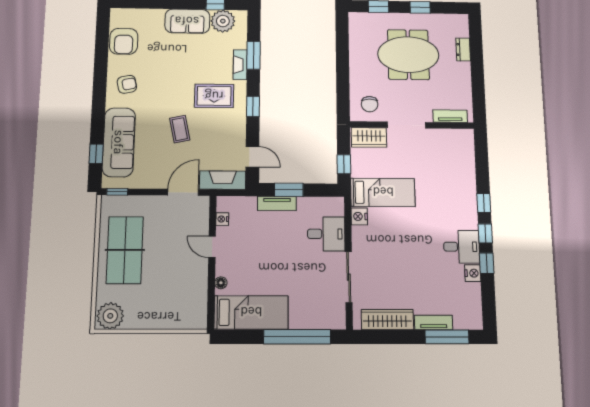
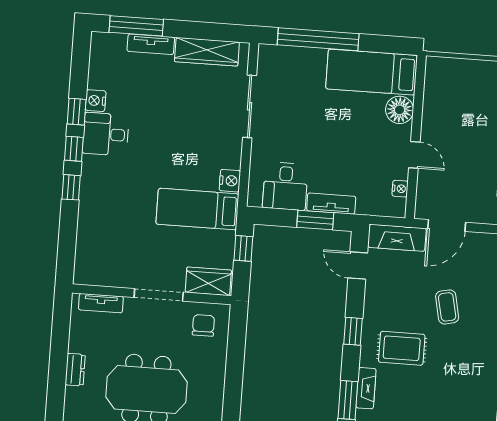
dresser: (463, 50) -> (75, 370), moved
desk: (326, 234) -> (285, 186), moved, turned -90
floor lamp: (221, 283) -> (400, 110), width x1.89, depth x1.89

